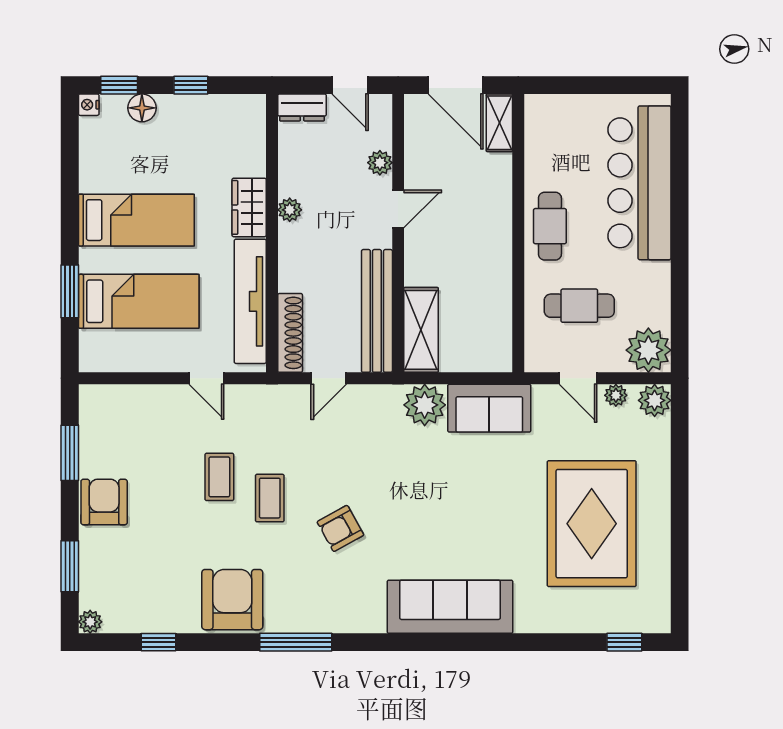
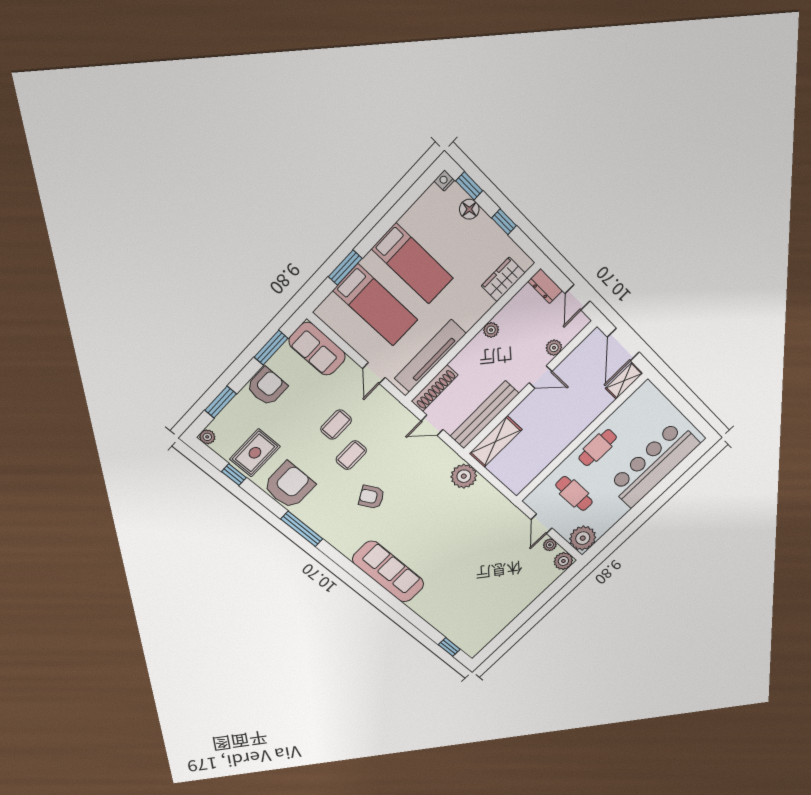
wardrobe: (249, 207) -> (503, 279), moved
sofa: (489, 408) -> (317, 349), moved
rug: (592, 524) -> (255, 453), moved, width x0.54, depth x0.49

